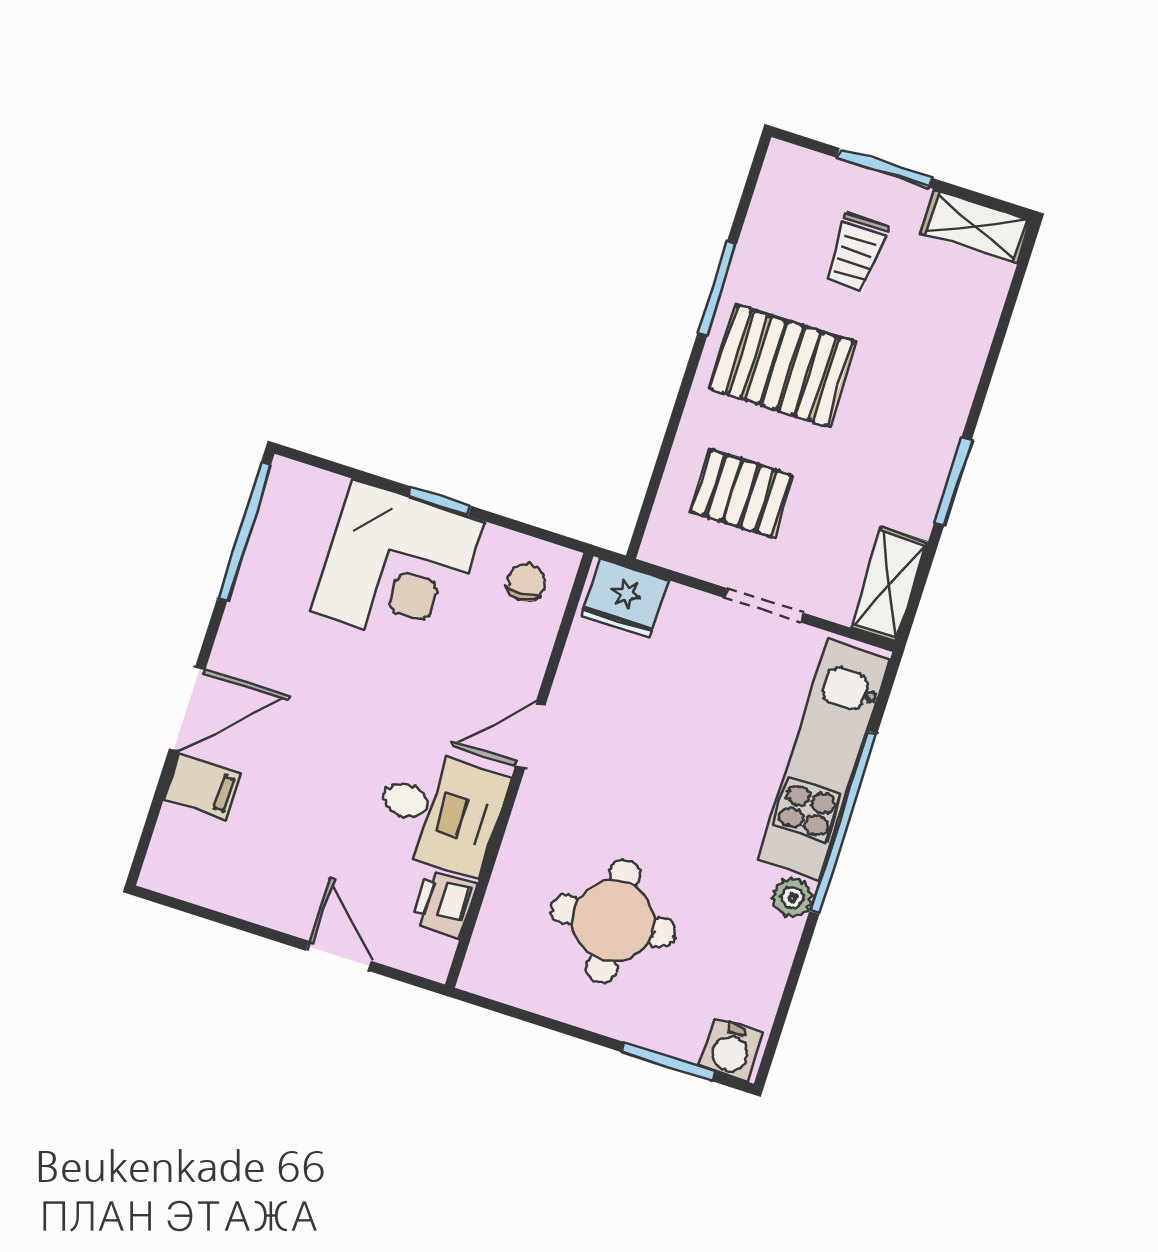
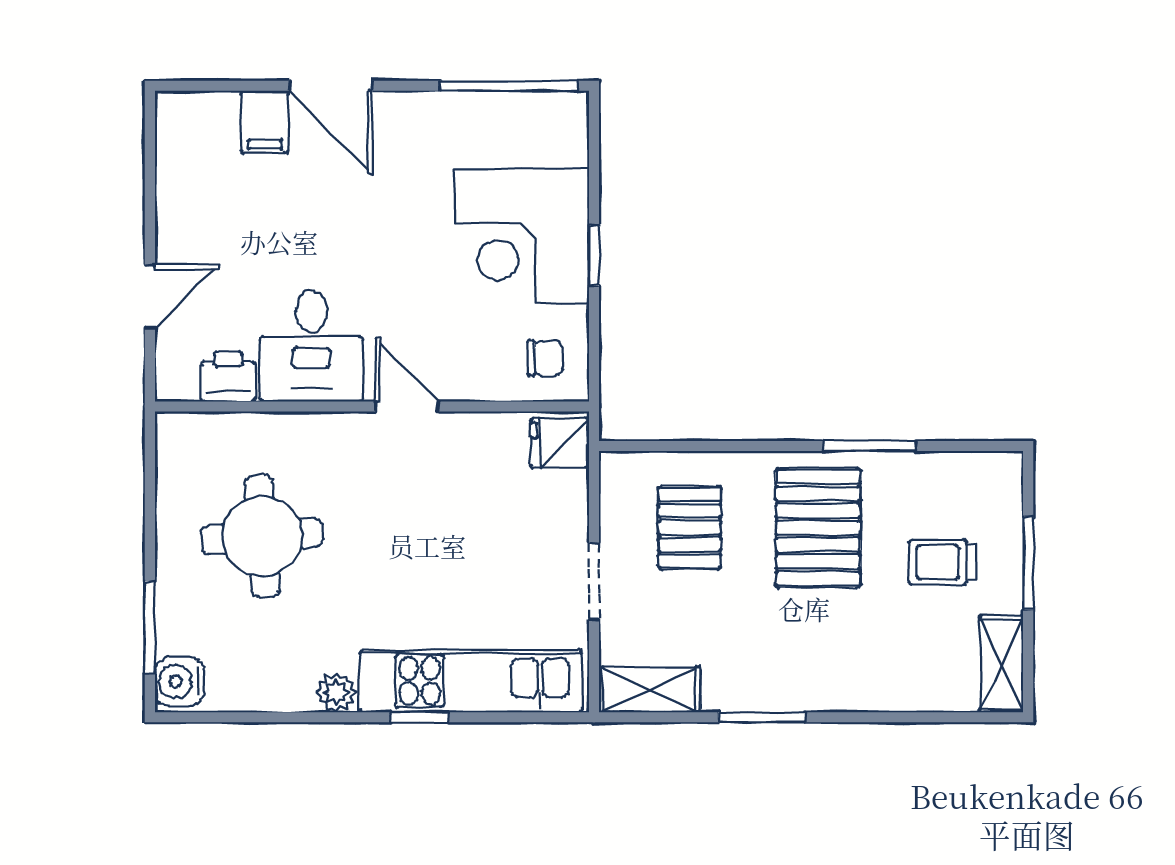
fridge: (625, 598) -> (560, 443), width x0.72
window: (843, 822) -> (419, 717), width x0.32

